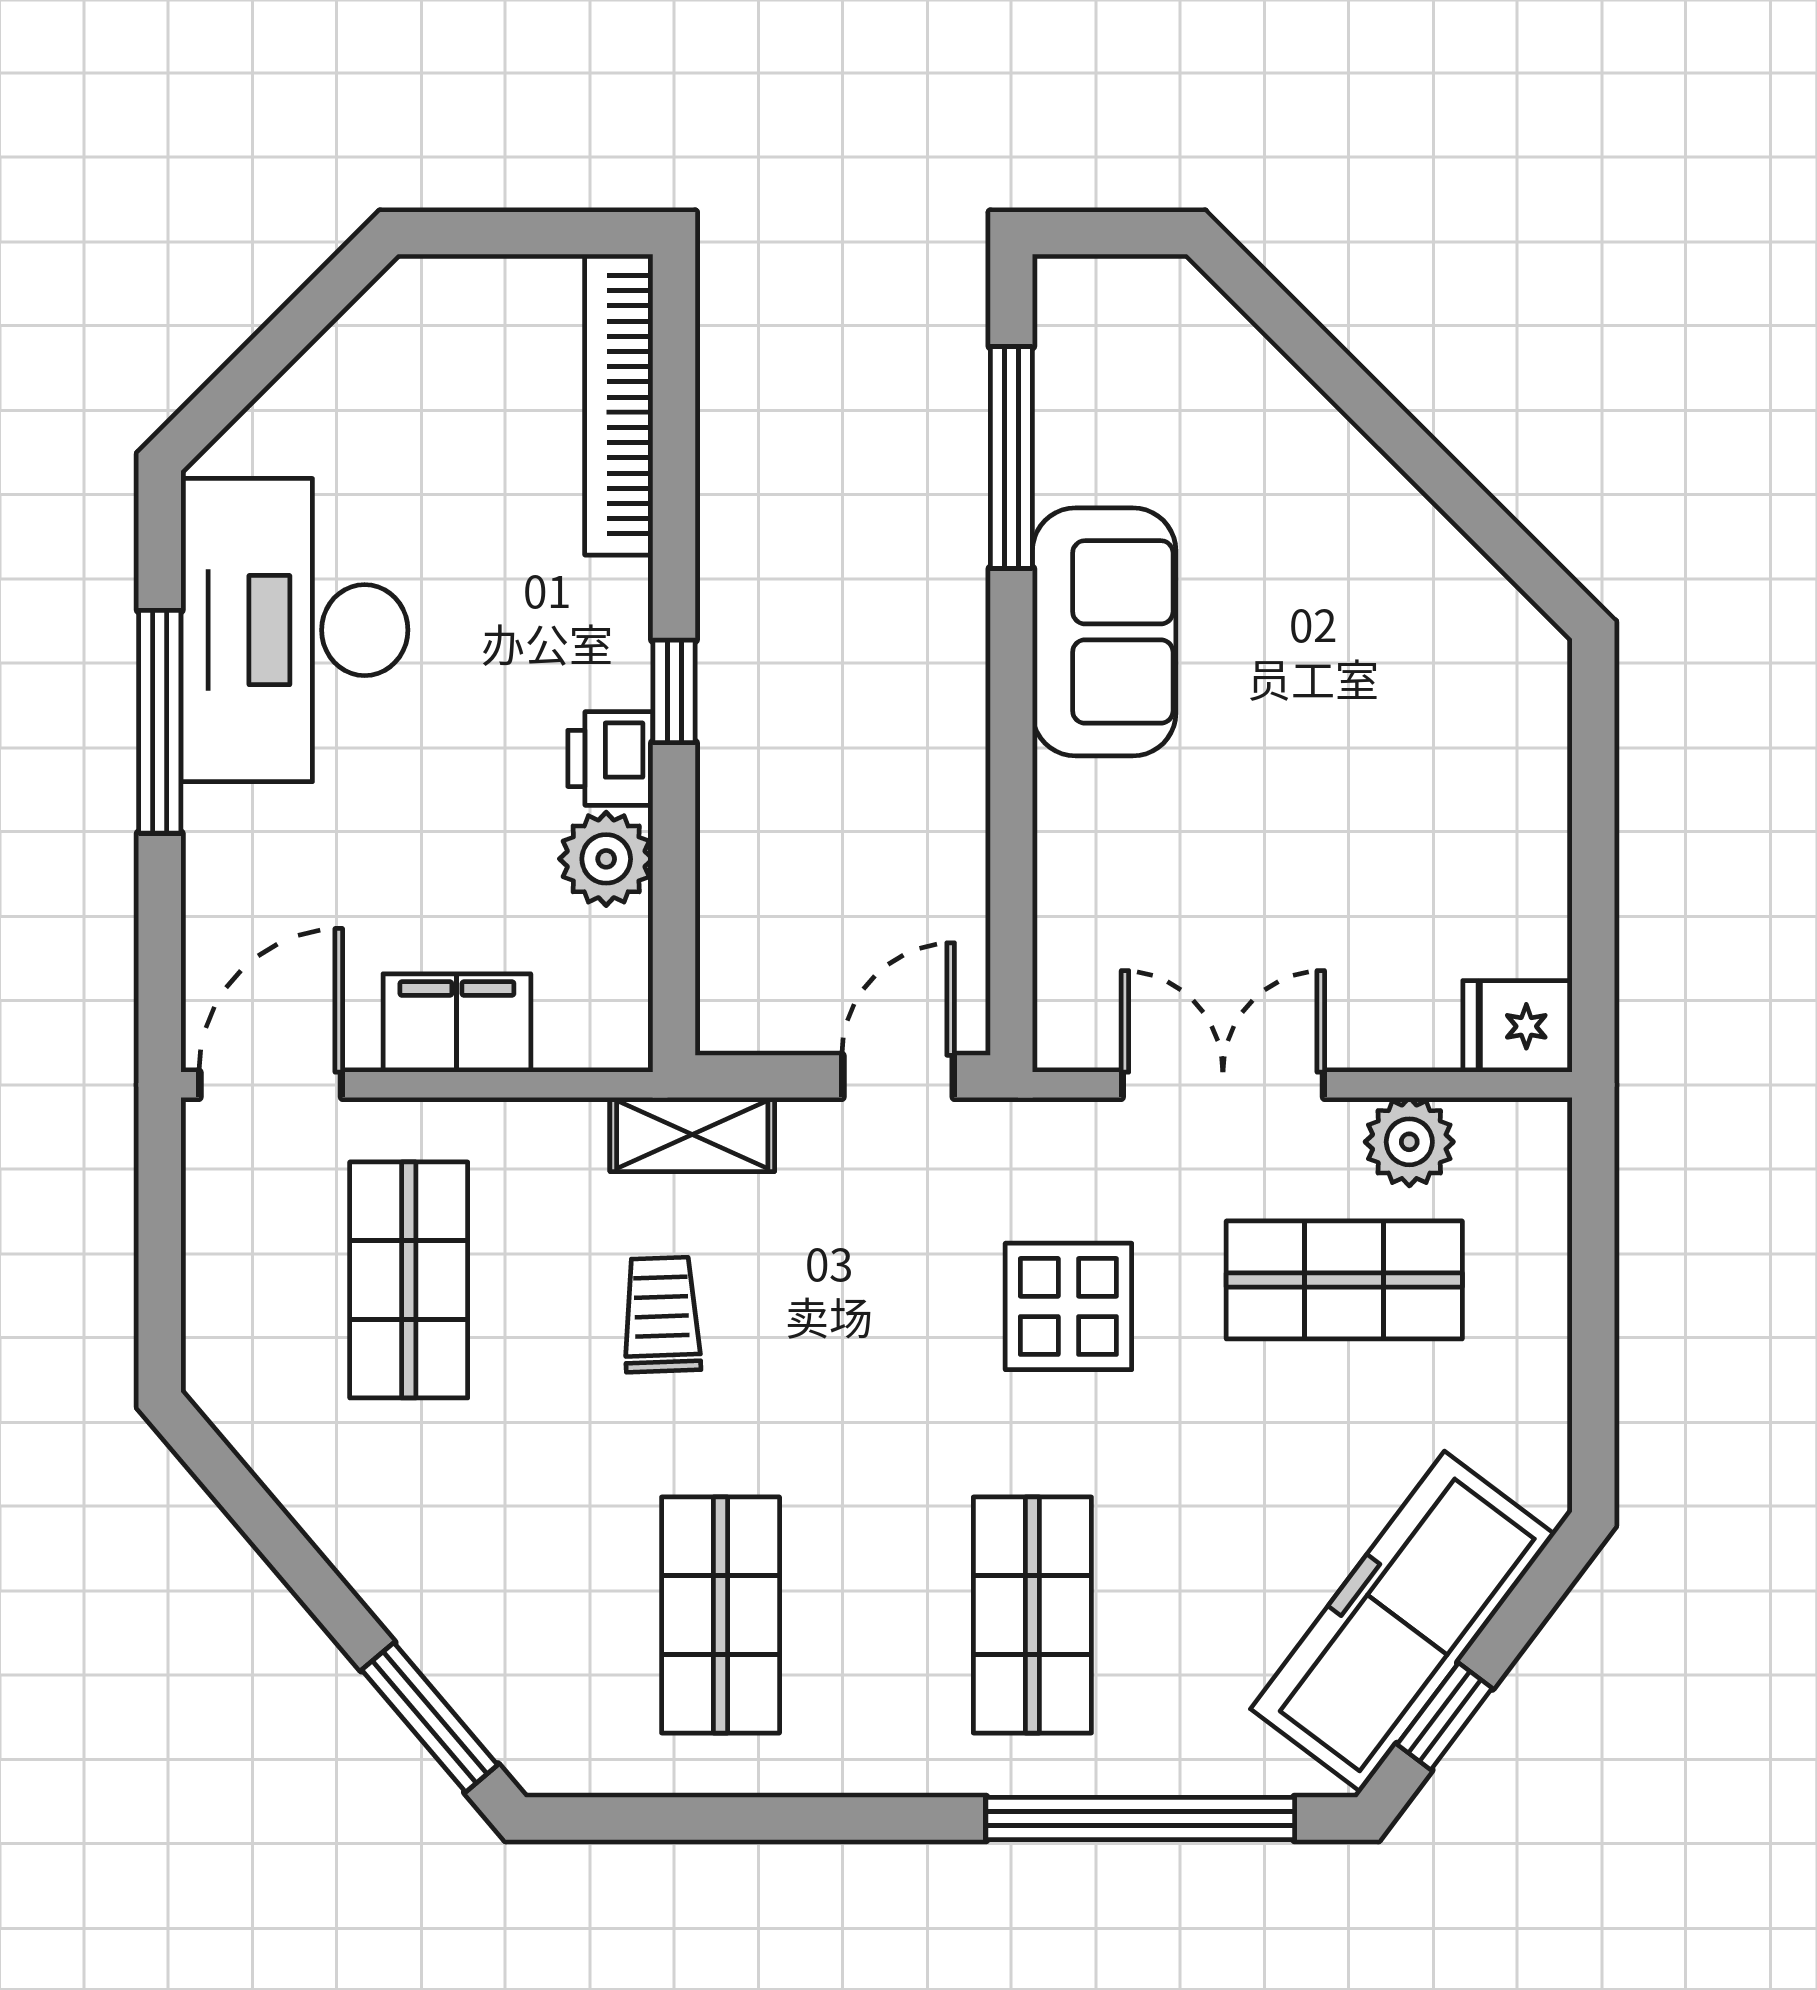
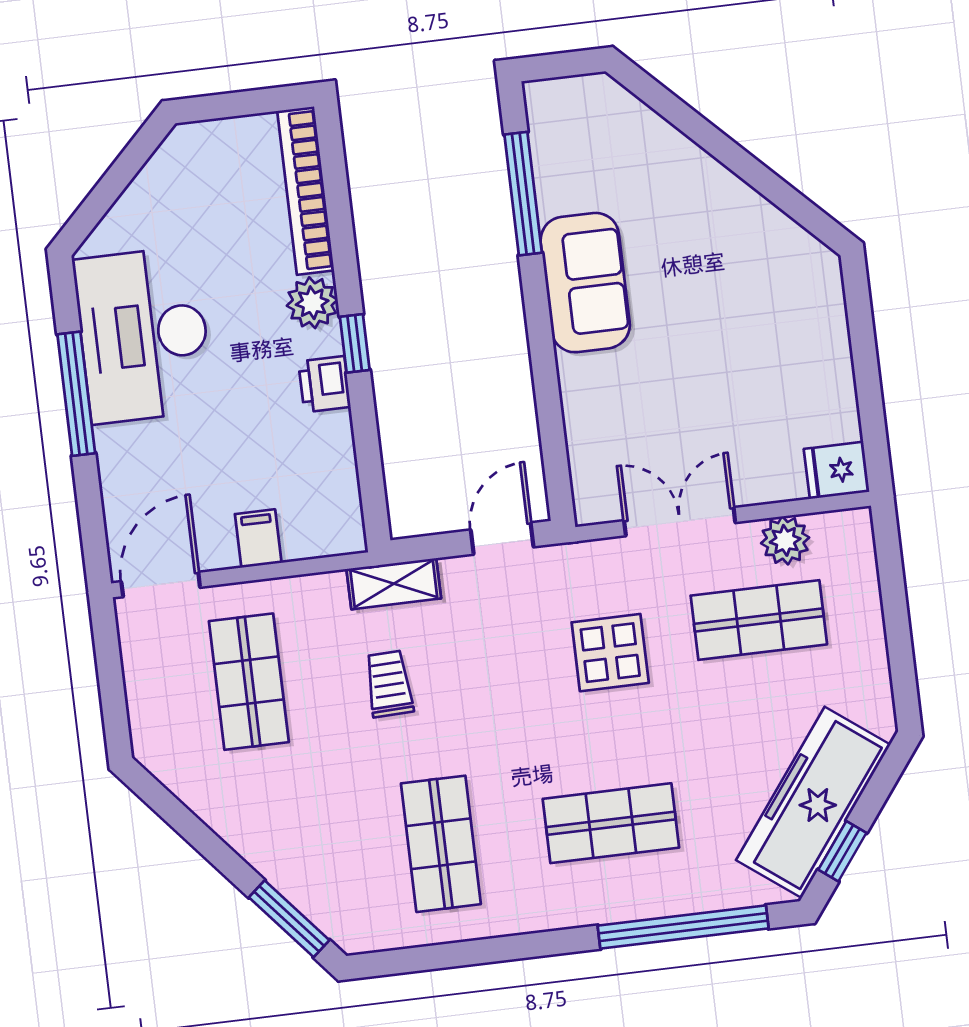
plant: (606, 859) -> (312, 303), moved
filing cabinet: (457, 1023) -> (258, 538), width x0.50
shop shelf: (1032, 1615) -> (611, 823), turned 90

